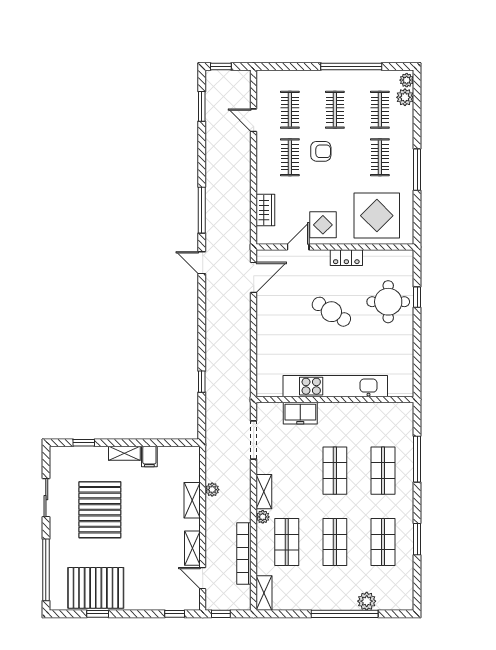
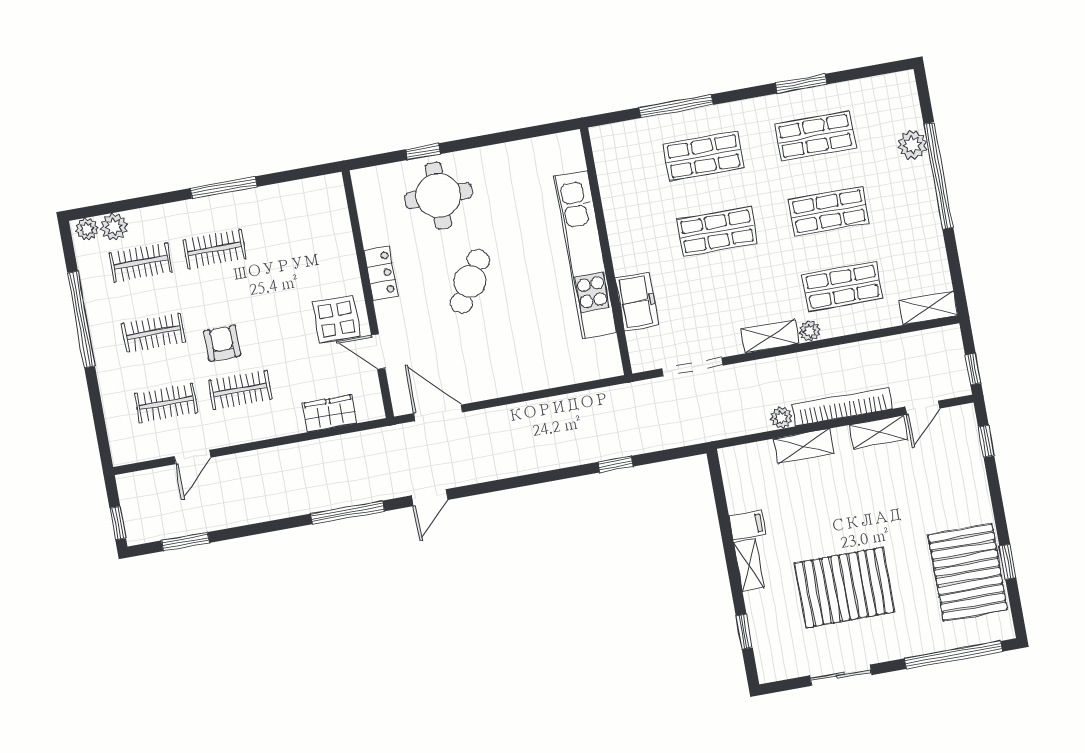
display table: (377, 216) -> (307, 238), removed
bookcase: (244, 553) -> (843, 407), moved, turned 180

